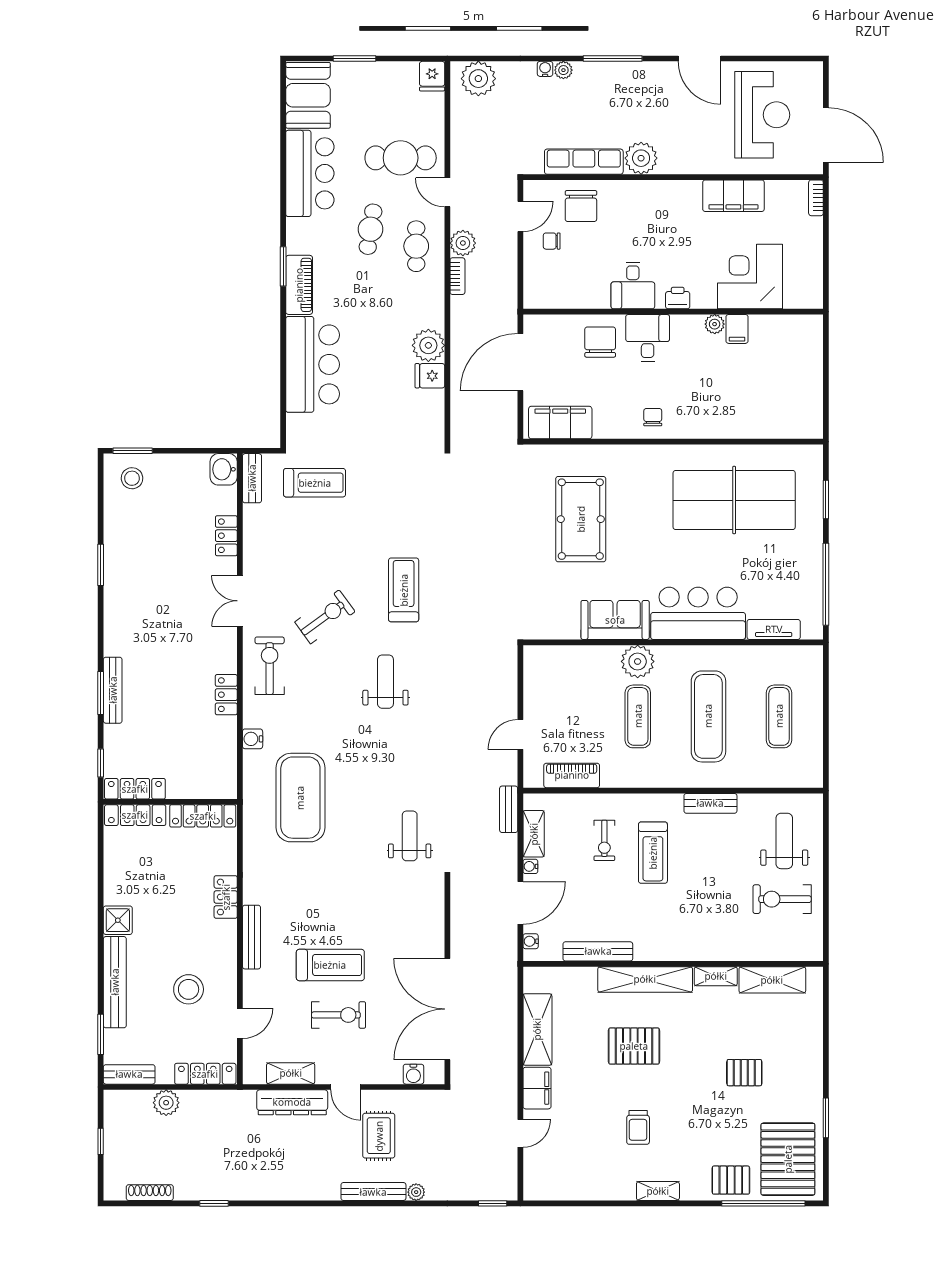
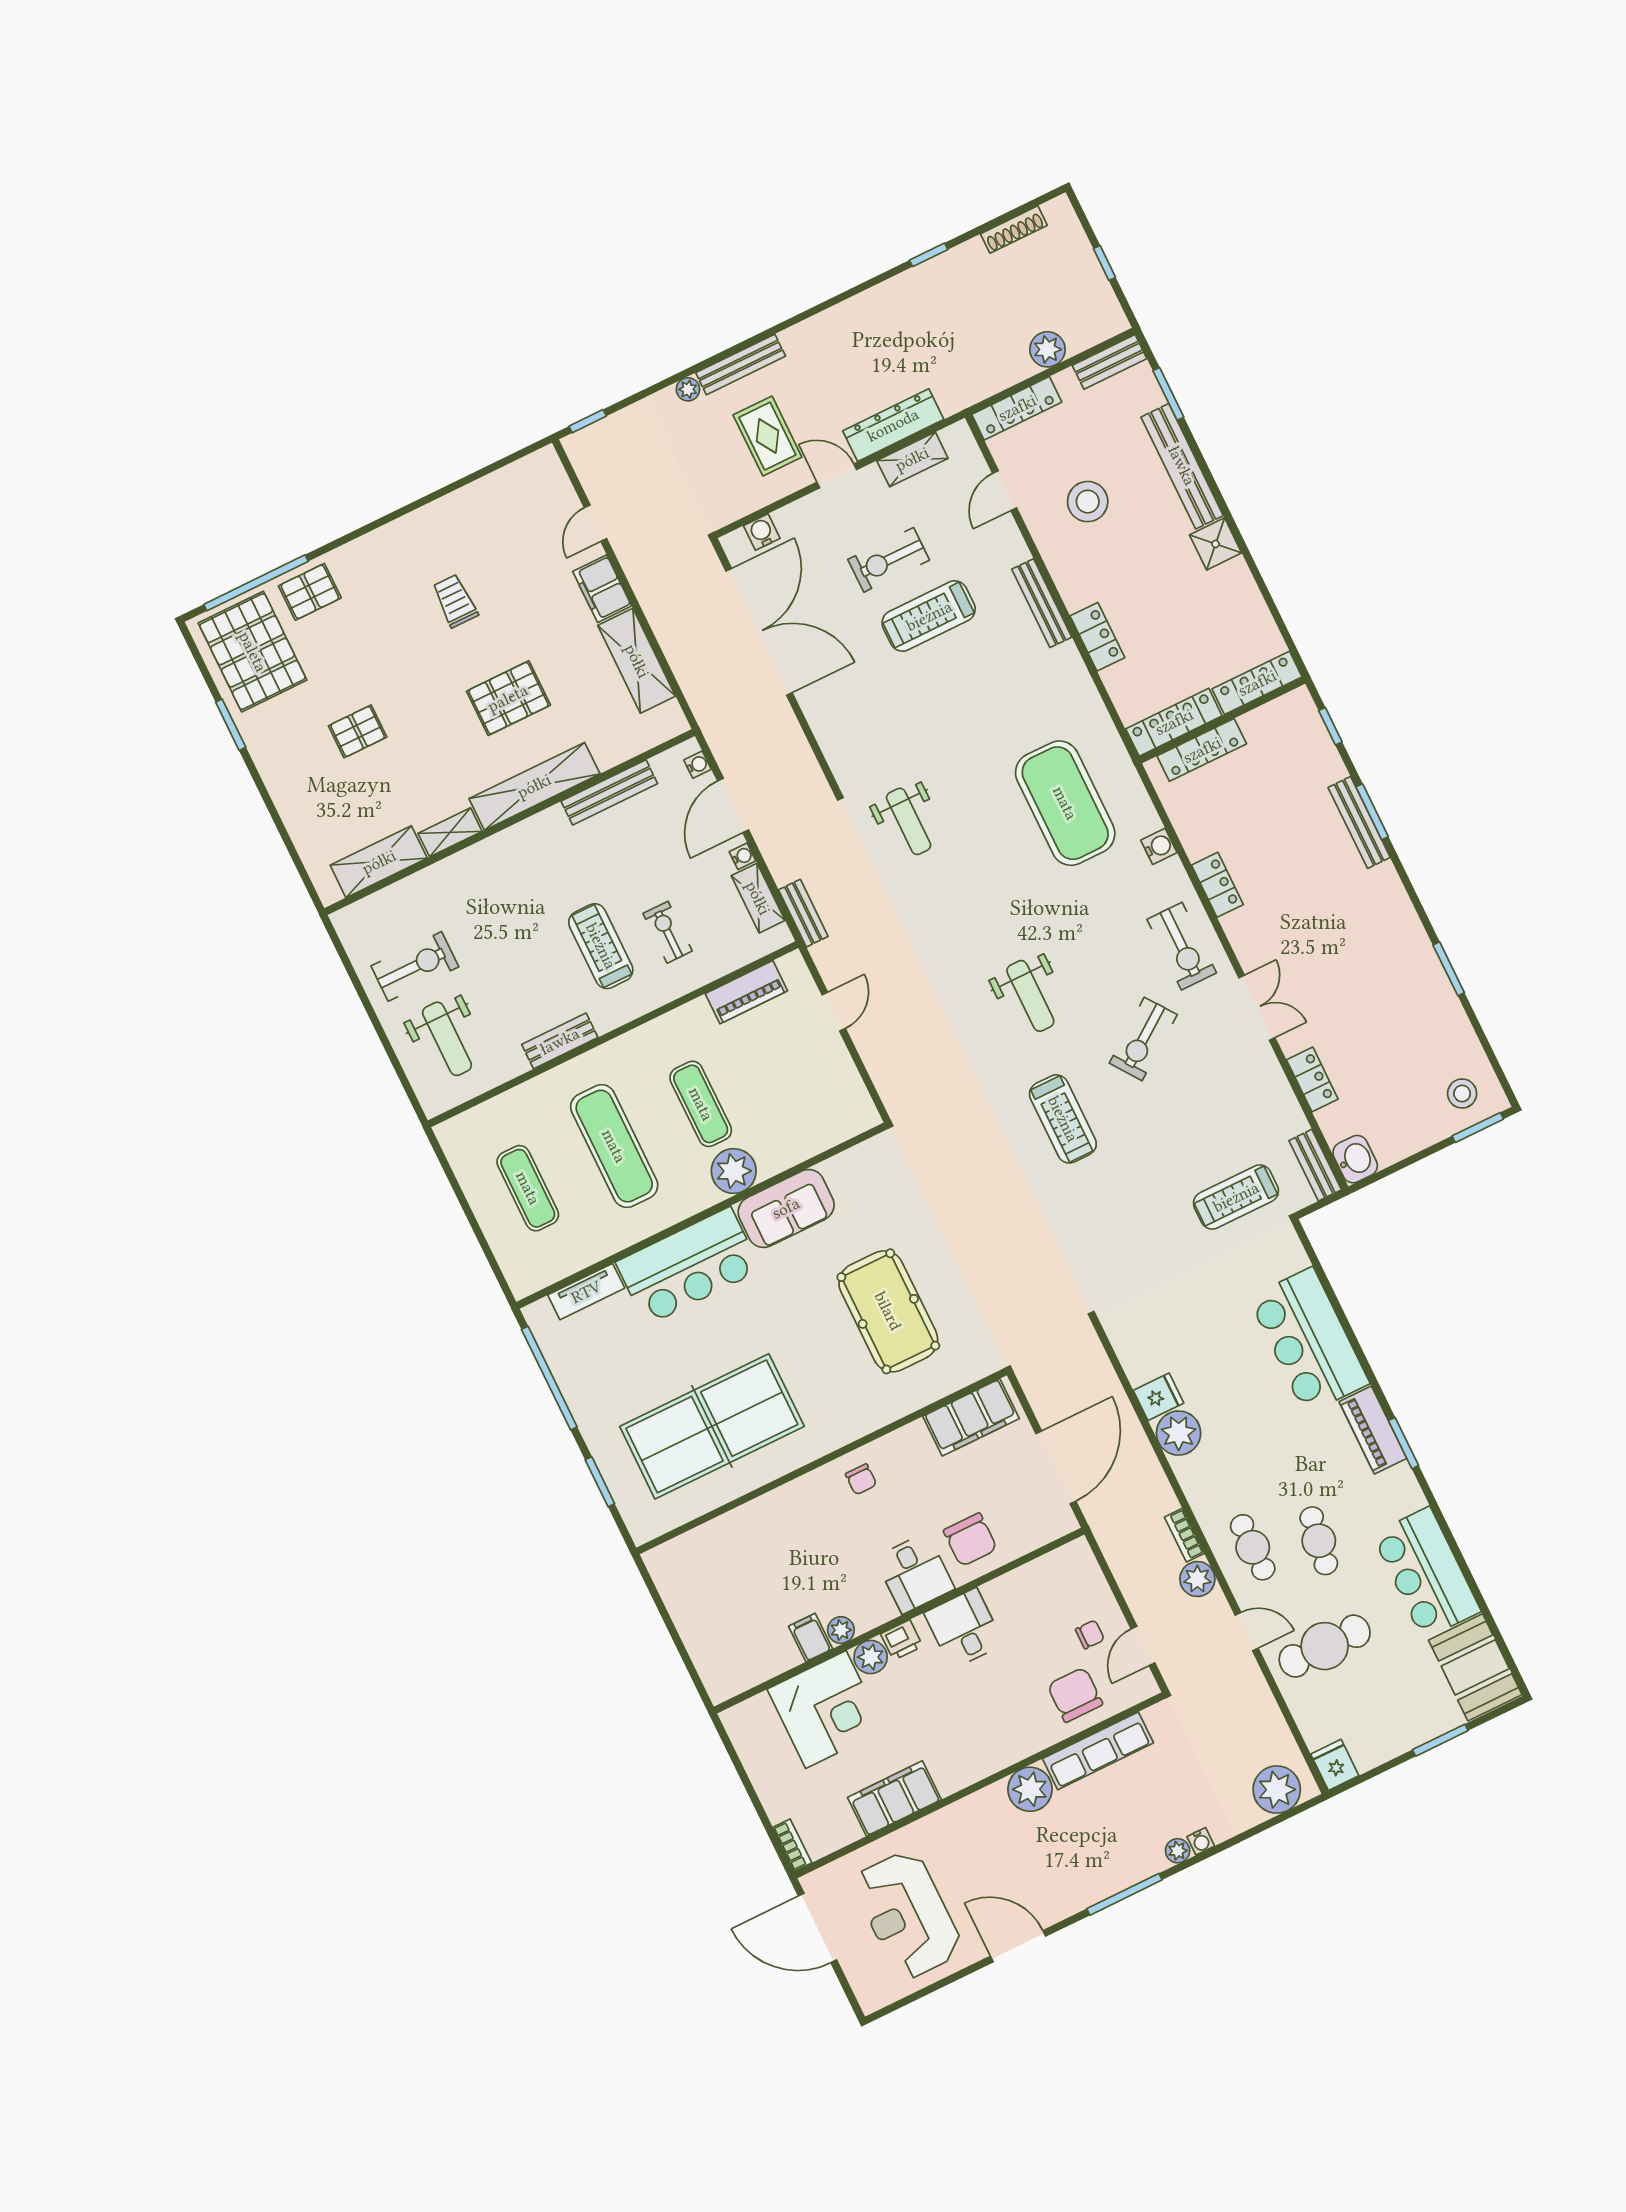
plant: (704, 297) -> (871, 1657), added
locker: (135, 789) -> (1202, 750), moved
shelving: (658, 1191) -> (393, 535), removed

